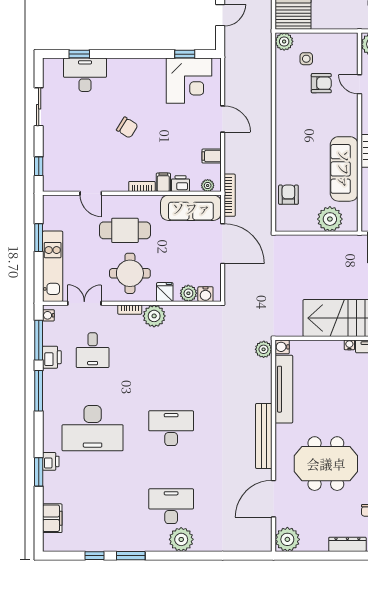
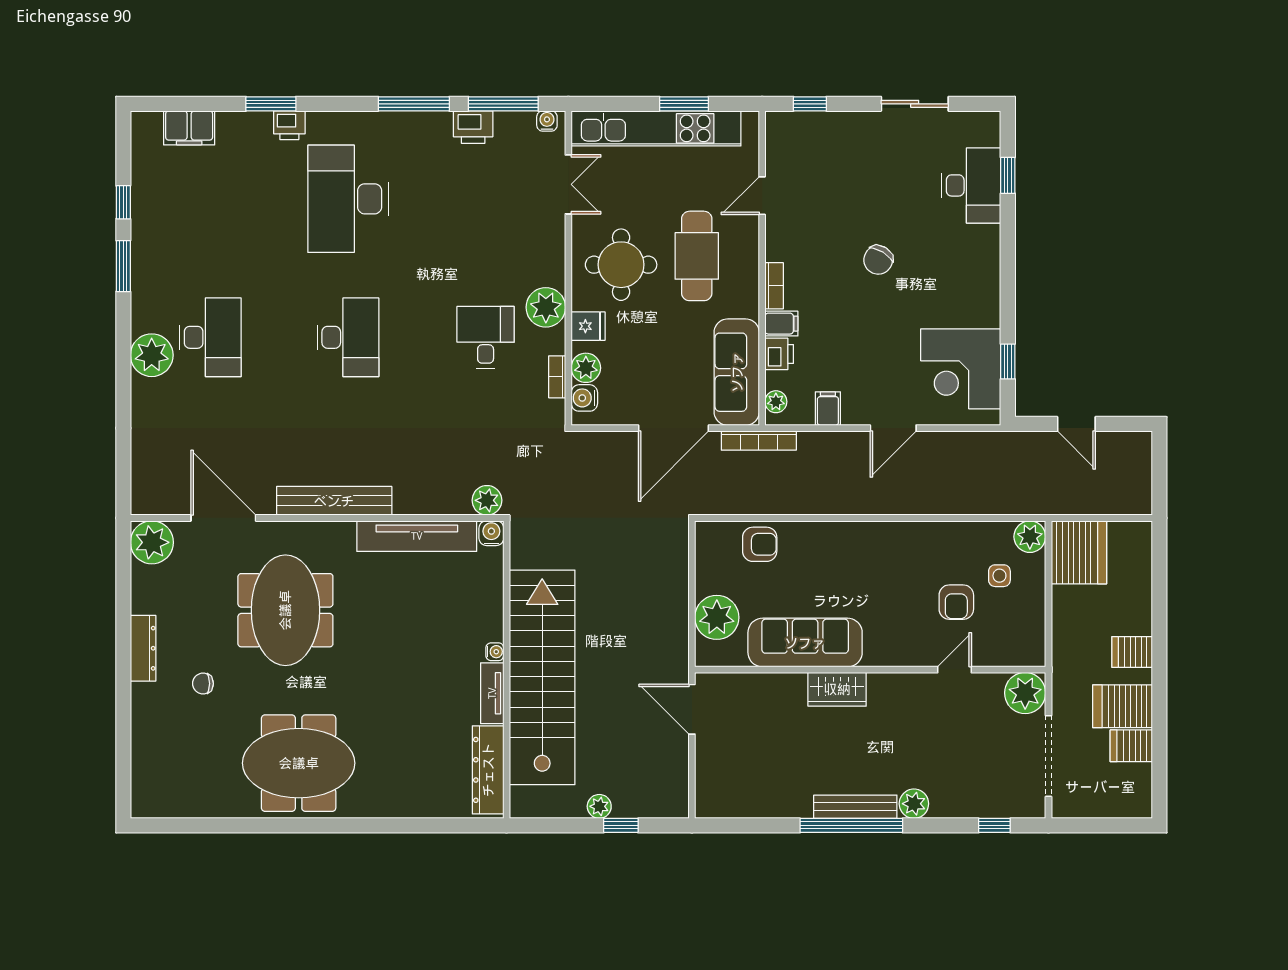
kitchen unit: (53, 266) -> (656, 128), width x1.36
bookcase: (130, 310) -> (557, 377), moved
desk: (93, 350) -> (486, 337), moved, turned 90

